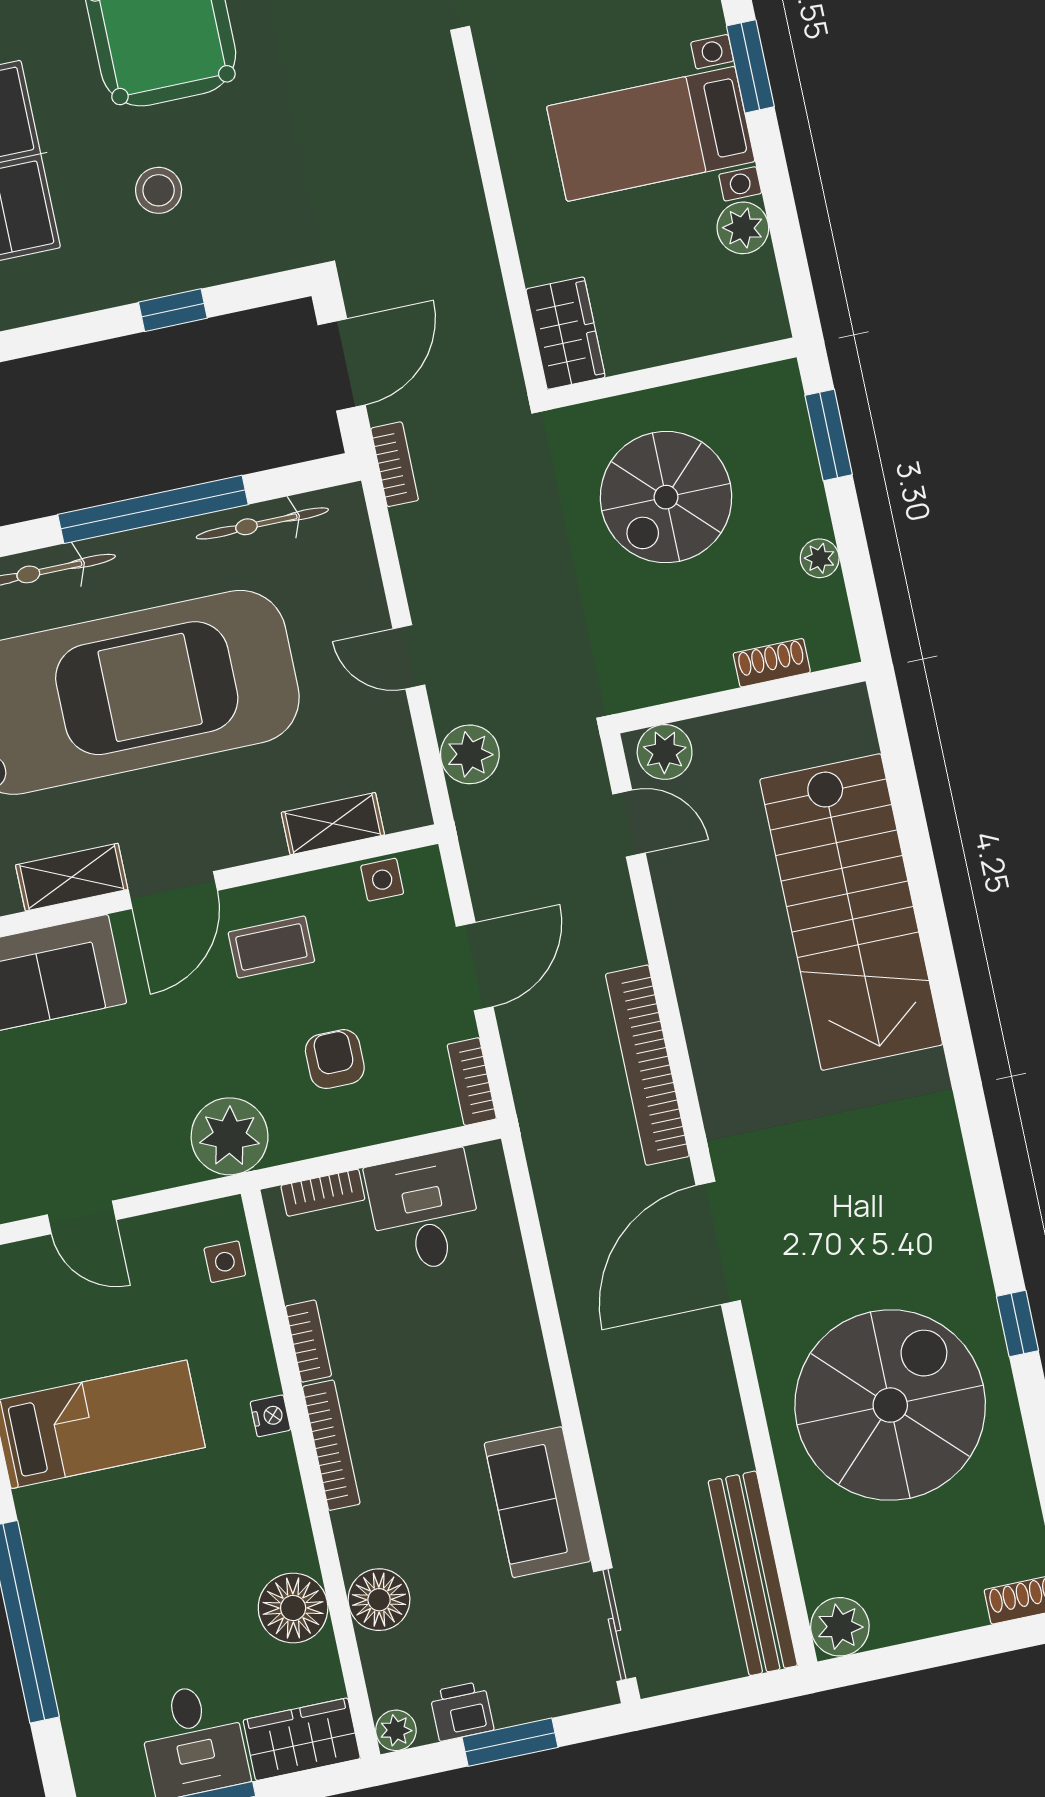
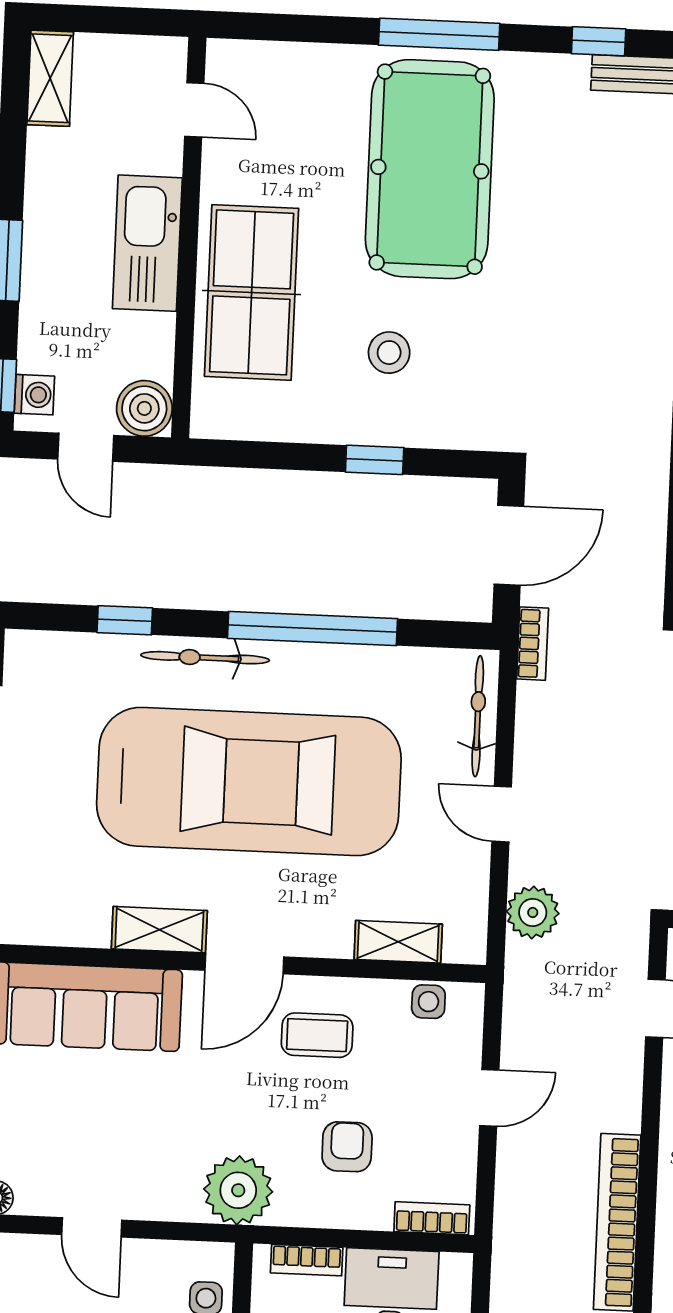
bicycle: (262, 523) -> (478, 716), moved, turned 90
door: (475, 967) -> (489, 1098), width x0.73
bookcase: (472, 1082) -> (432, 1218), moved, turned 90

